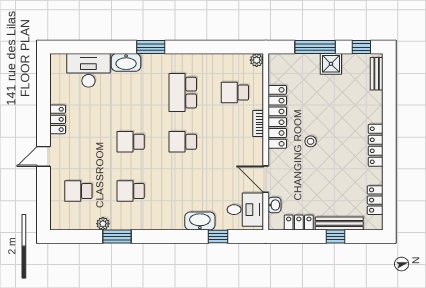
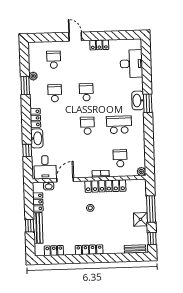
washbasin: (126, 62) -> (138, 100), moved
locker: (168, 222) -> (35, 118), added

